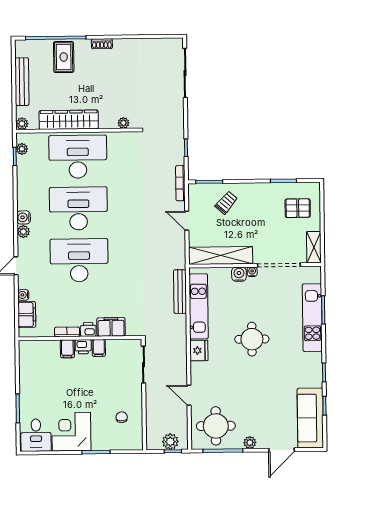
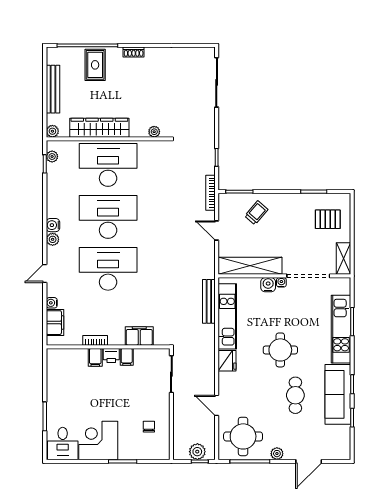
printer: (88, 329) -> (116, 338), removed
cafe table: (268, 384) -> (295, 395), added
sofa: (310, 418) -> (338, 394), moved

